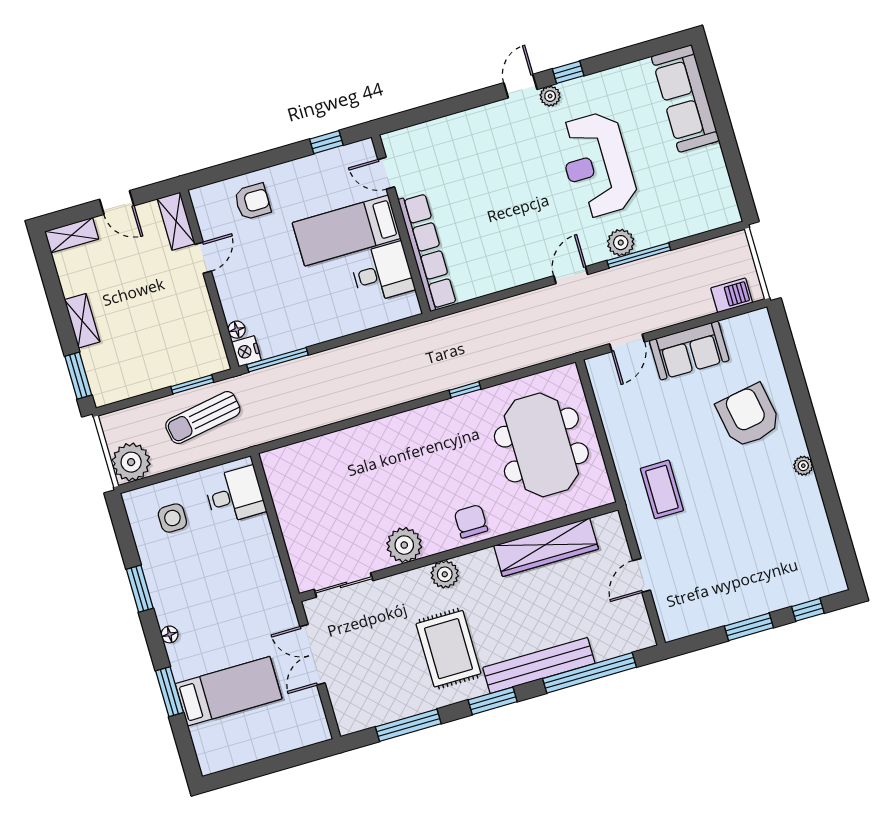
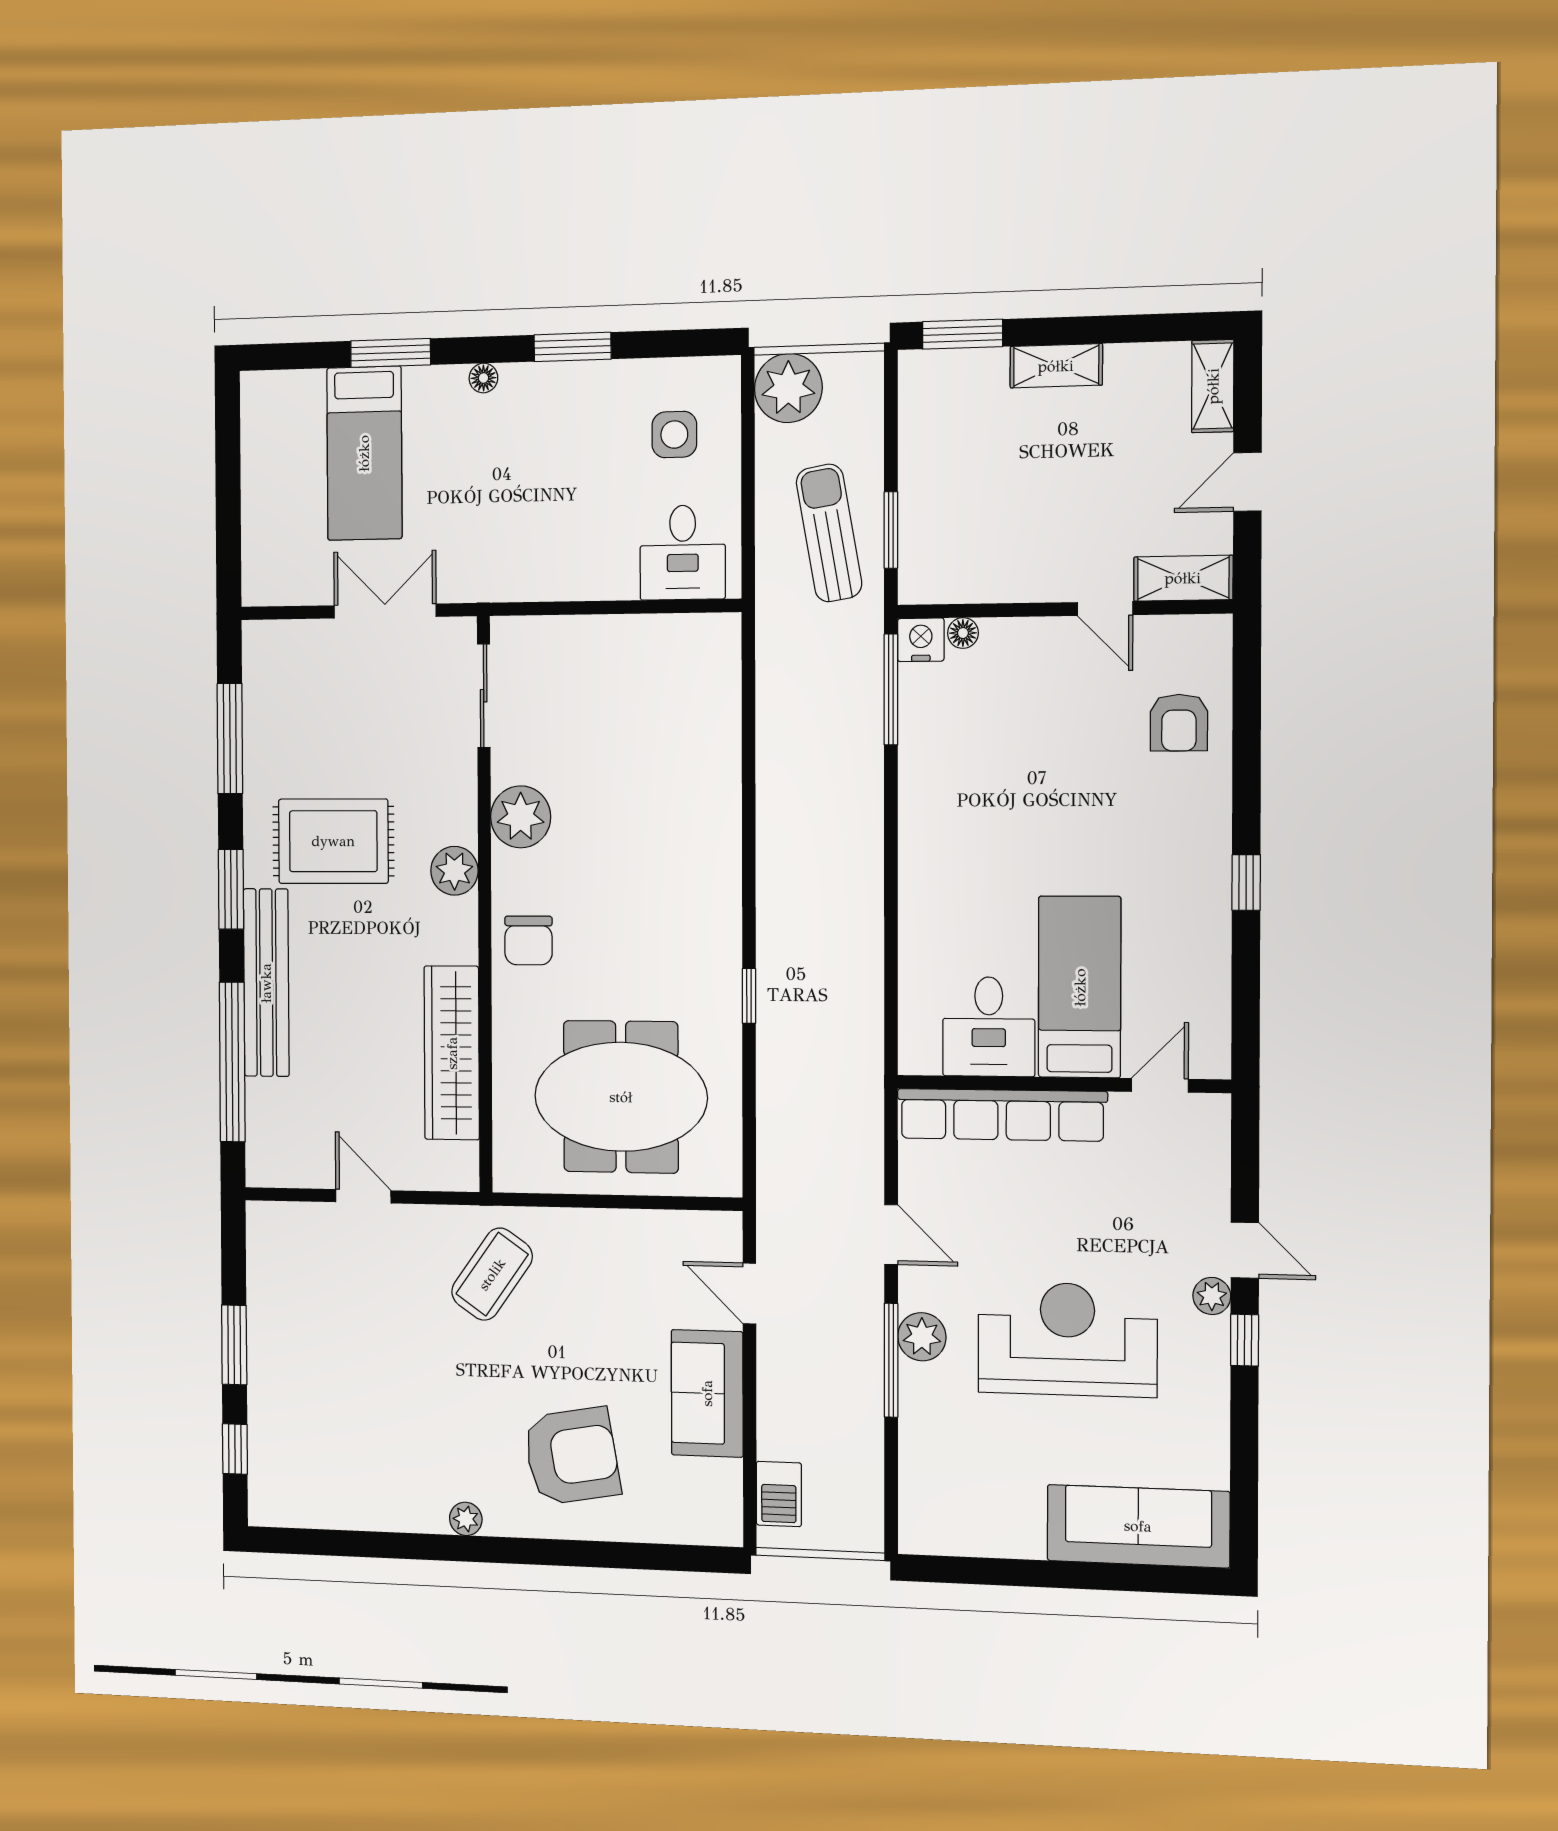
door: (386, 173) -> (1160, 1085), moved
wall: (401, 224) -> (1063, 1084), moved
bed: (347, 231) -> (1080, 987), moved
row of seats: (427, 252) -> (1002, 1115), moved
desk: (382, 273) -> (989, 1027), moved
coffee table: (662, 489) -> (492, 1274), turned -55
chair: (471, 521) -> (529, 940), turned 90

